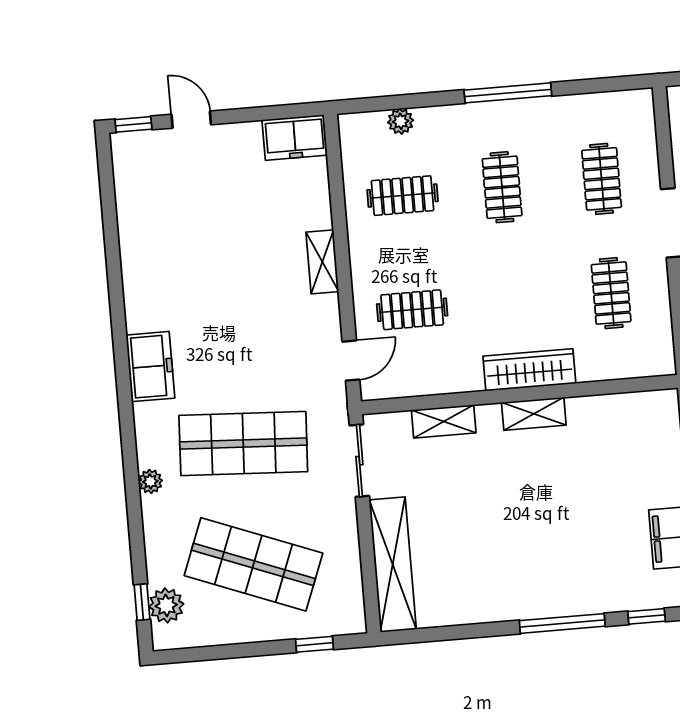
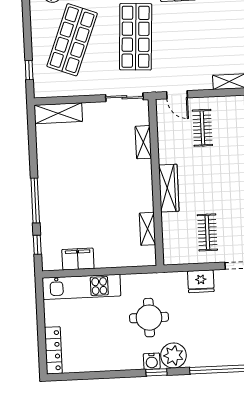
clothes rail: (611, 293) -> (207, 232), turned 90
shelving: (534, 414) -> (147, 229), moved
shelving: (393, 565) -> (58, 113), width x0.68

